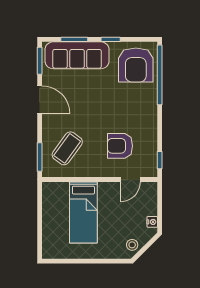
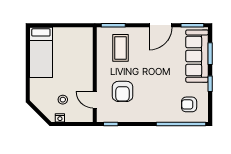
armchair: (136, 65) -> (189, 104), width x0.53, depth x0.53
armchair: (120, 146) -> (123, 91), turned 180
coffee table: (67, 148) -> (120, 48), turned 54
bed: (83, 212) -> (41, 52), moved, turned -90
stool: (132, 245) -> (63, 100), moved

